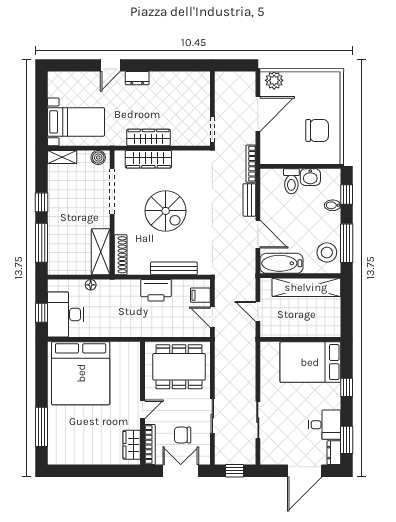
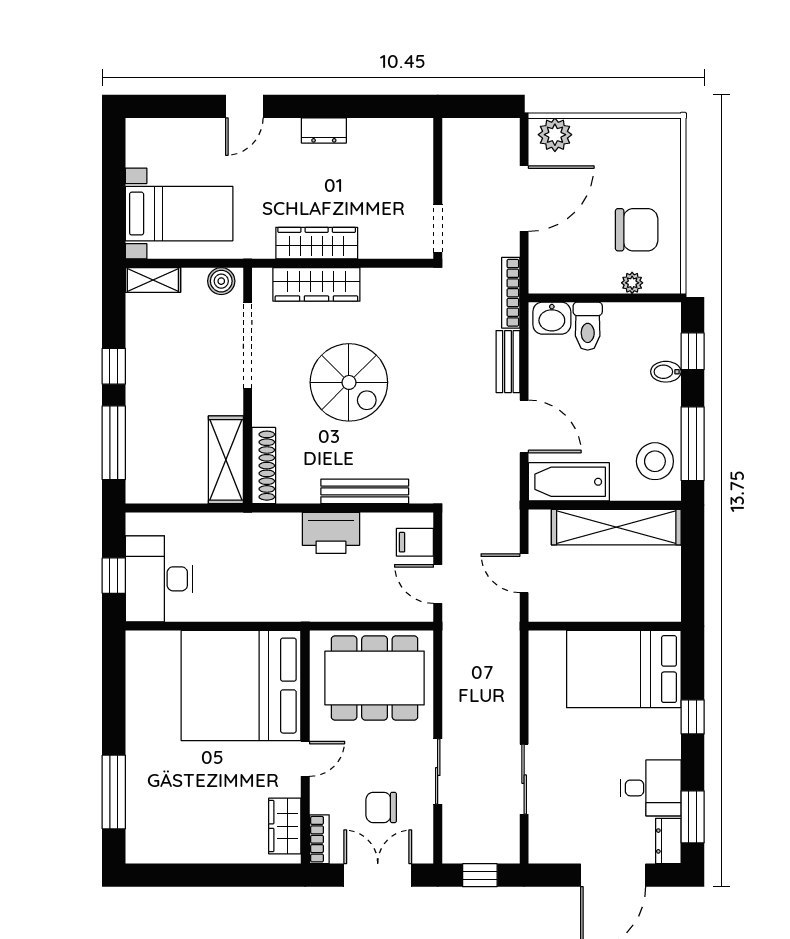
dresser: (137, 78) -> (324, 130), moved
plant: (315, 158) -> (632, 283), added
washbasin: (310, 177) -> (552, 318), moved
floor lamp: (91, 285) -> (207, 522), removed
bed: (81, 373) -> (241, 686), moved, turned 90
bookcase: (150, 444) -> (319, 839), width x0.64

